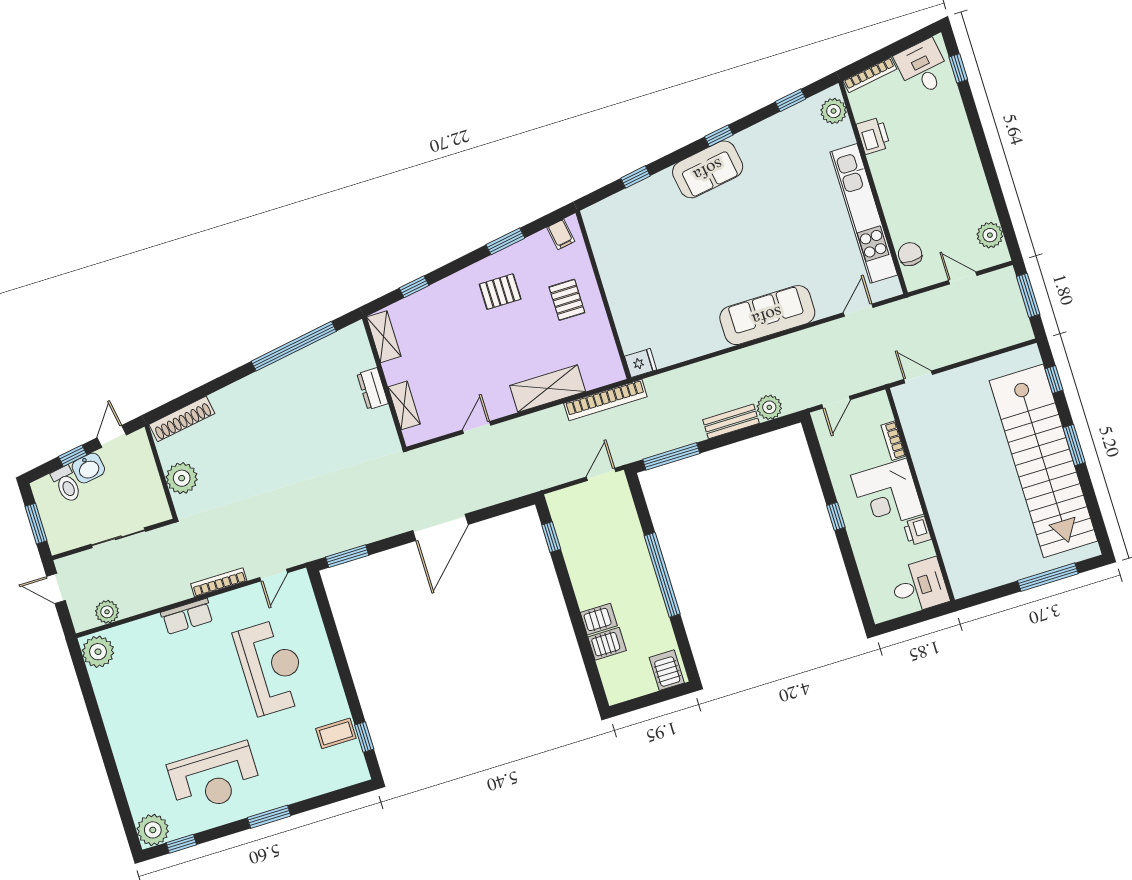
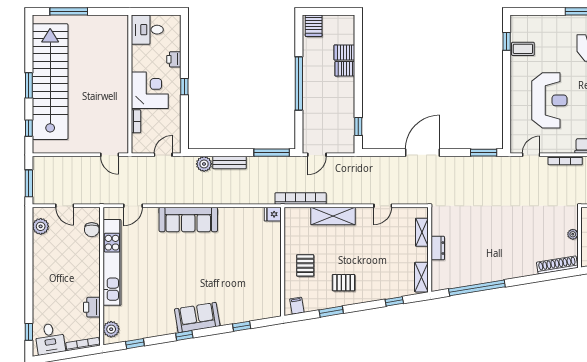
plant: (182, 478) -> (573, 234), width x0.53, depth x0.53
printer: (917, 531) -> (174, 59), moved, turned 180
reception desk: (271, 667) -> (549, 100), turned 180

